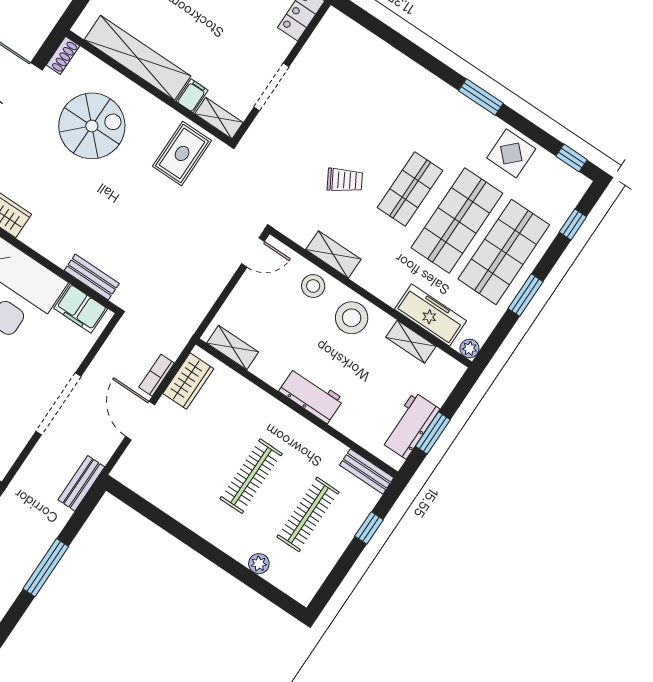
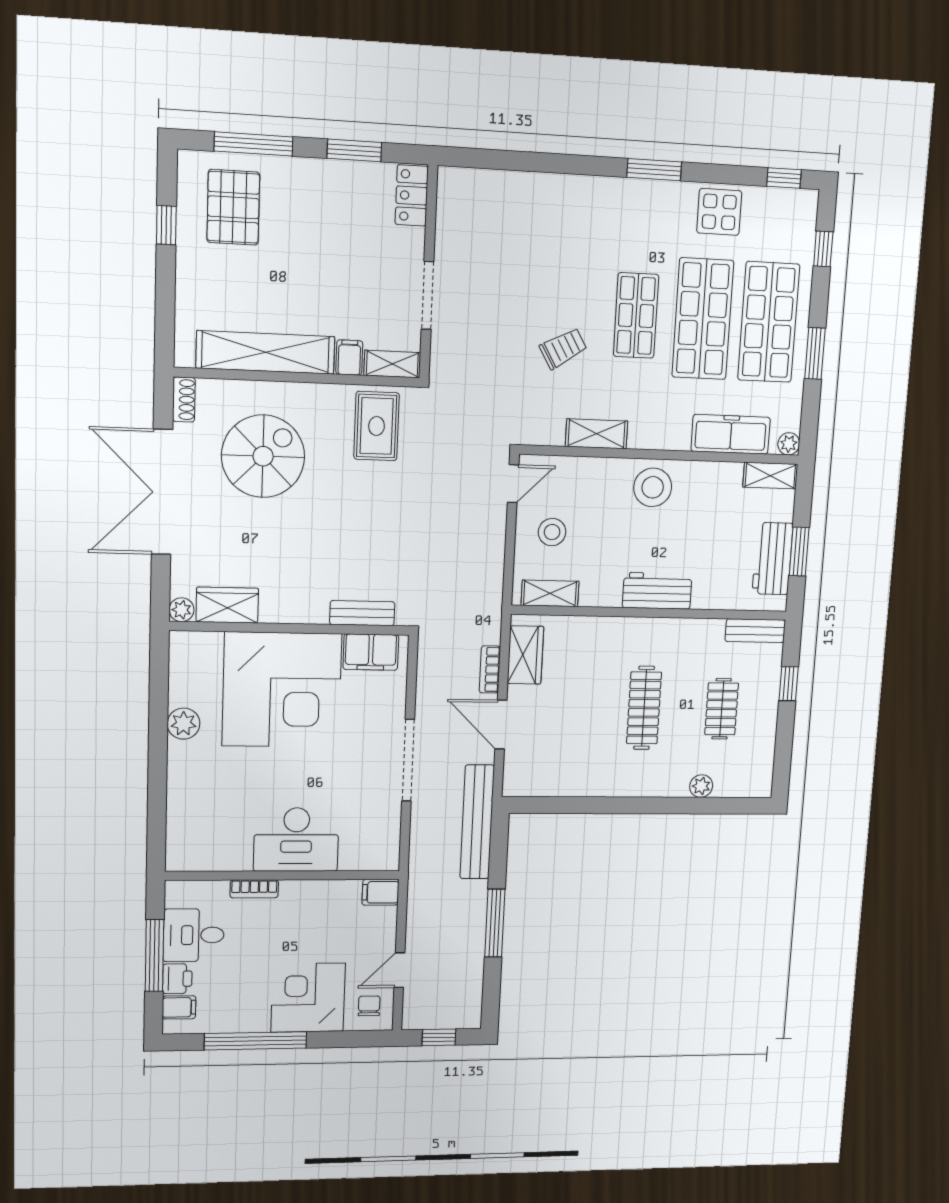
stool: (313, 286) -> (552, 532), moved
shelving: (411, 342) -> (770, 476), moved
bench: (81, 483) -> (477, 822), width x1.86, depth x1.21
clothes rail: (308, 514) -> (722, 709), width x0.73

